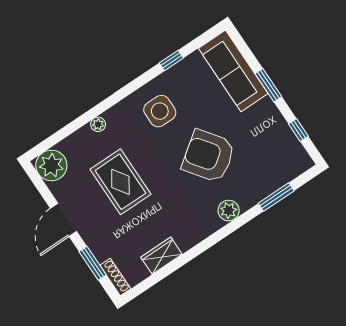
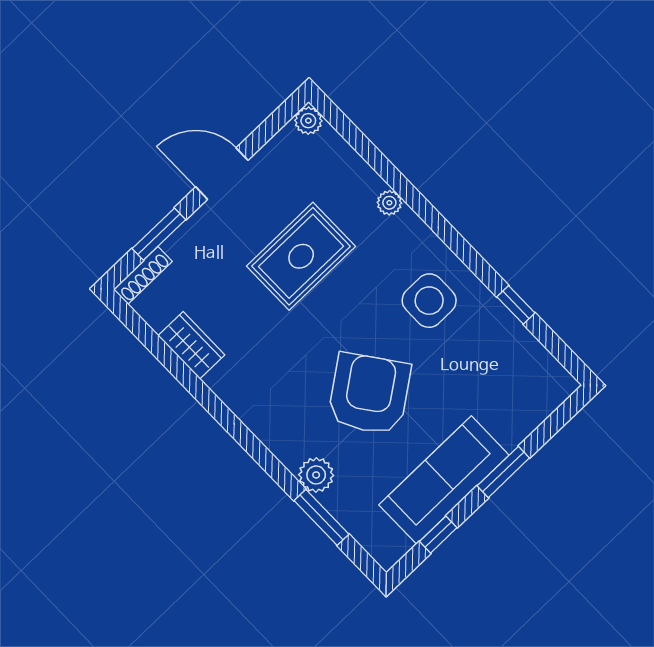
sofa: (233, 71) -> (444, 480), moved
plant: (51, 165) -> (308, 121), width x0.53, depth x0.53
plant: (229, 211) -> (316, 475), moved

